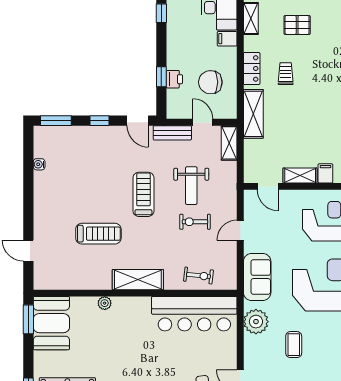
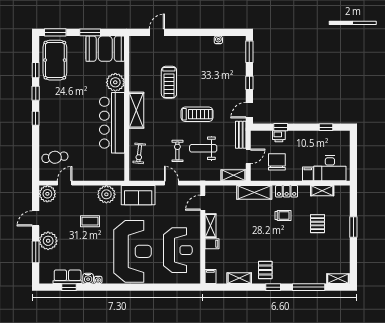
plant: (105, 303) -> (115, 82), width x1.87, depth x1.87
bar counter: (194, 314) -> (112, 123), moved
window: (28, 319) -> (90, 32), moved

